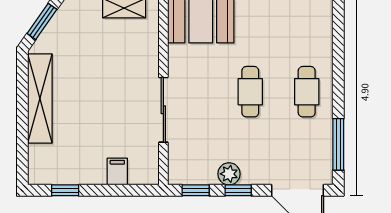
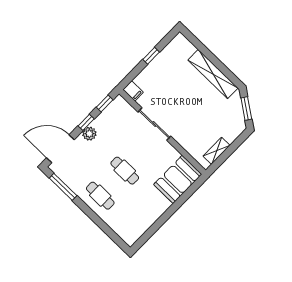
filing cabinet: (117, 172) -> (133, 91), moved
plant: (229, 174) -> (89, 134), moved
window: (65, 190) -> (151, 56), moved

